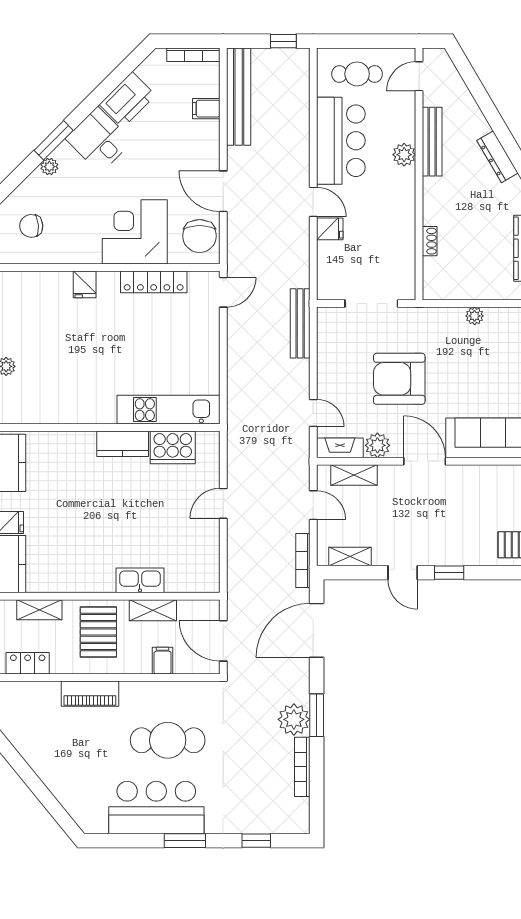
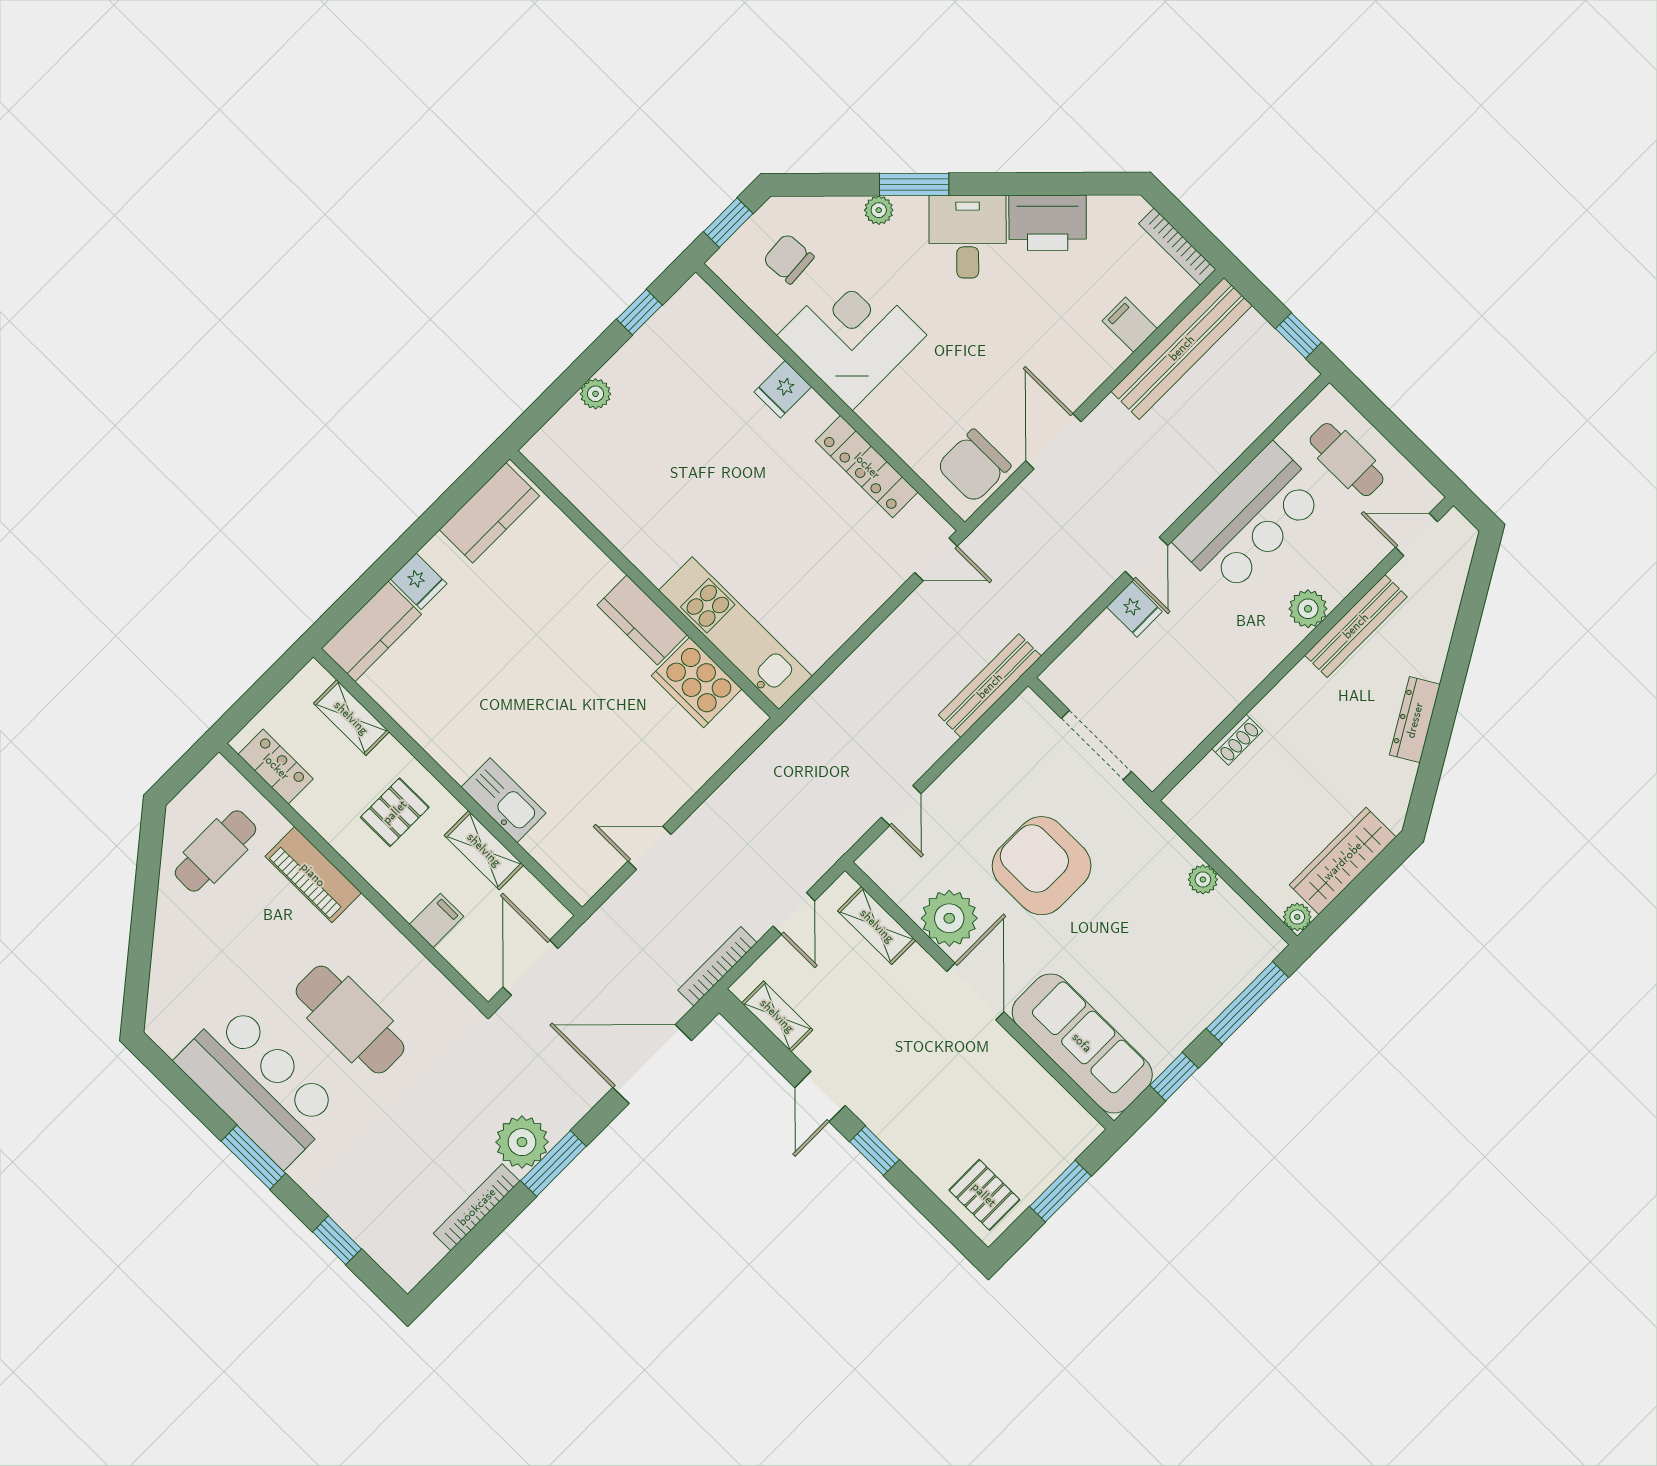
corner desk: (135, 232) -> (852, 335), moved
plant: (377, 445) -> (949, 918), width x1.36, depth x1.36
fireplace: (340, 448) -> (892, 878), removed
door: (223, 503) -> (650, 848), moved
pallet: (98, 632) -> (395, 812), width x0.67, depth x0.71
cafe table: (38, 725) -> (215, 851), added

